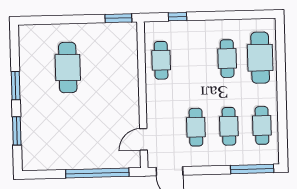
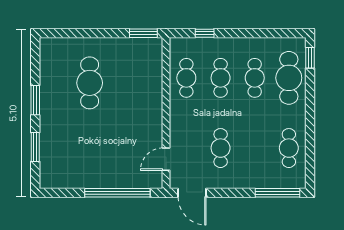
window: (280, 38) -> (310, 58), added
cafe table: (229, 126) -> (221, 78), moved

